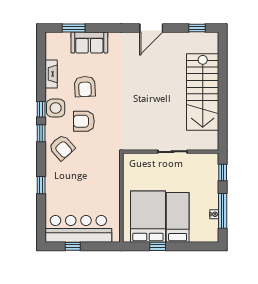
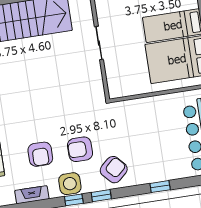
armchair: (85, 87) -> (40, 154), turned 93
armchair: (84, 121) -> (80, 149), turned 90

